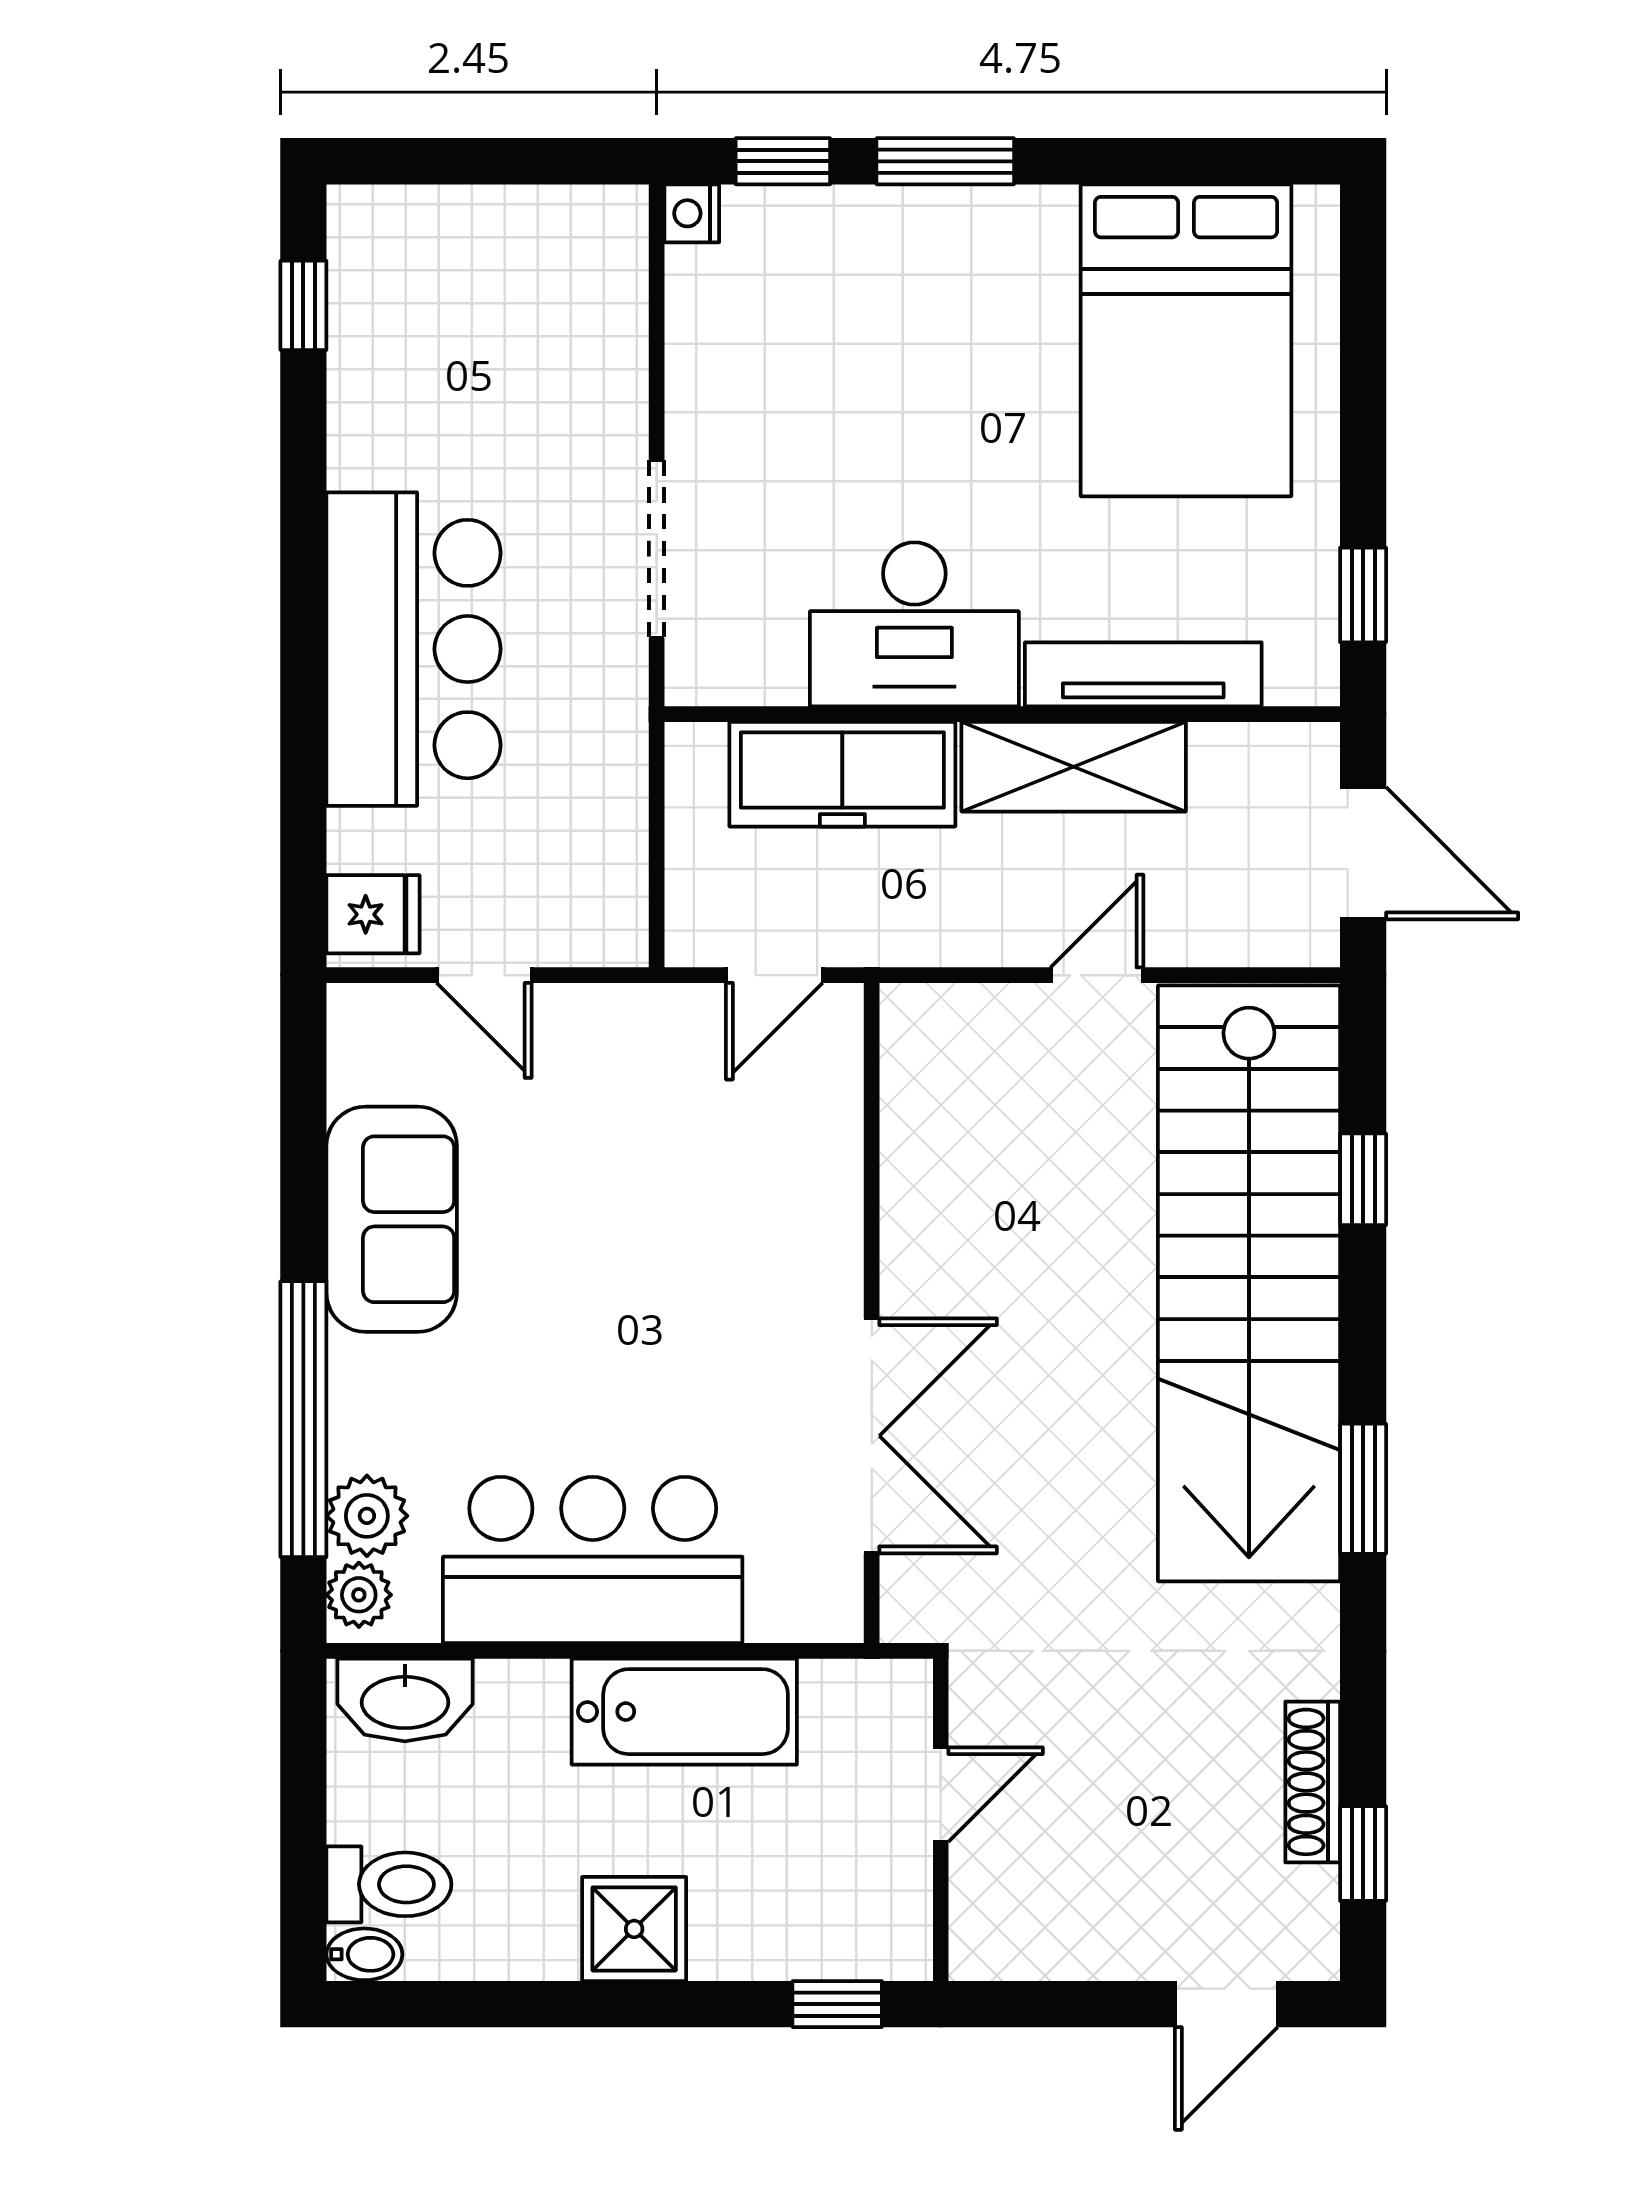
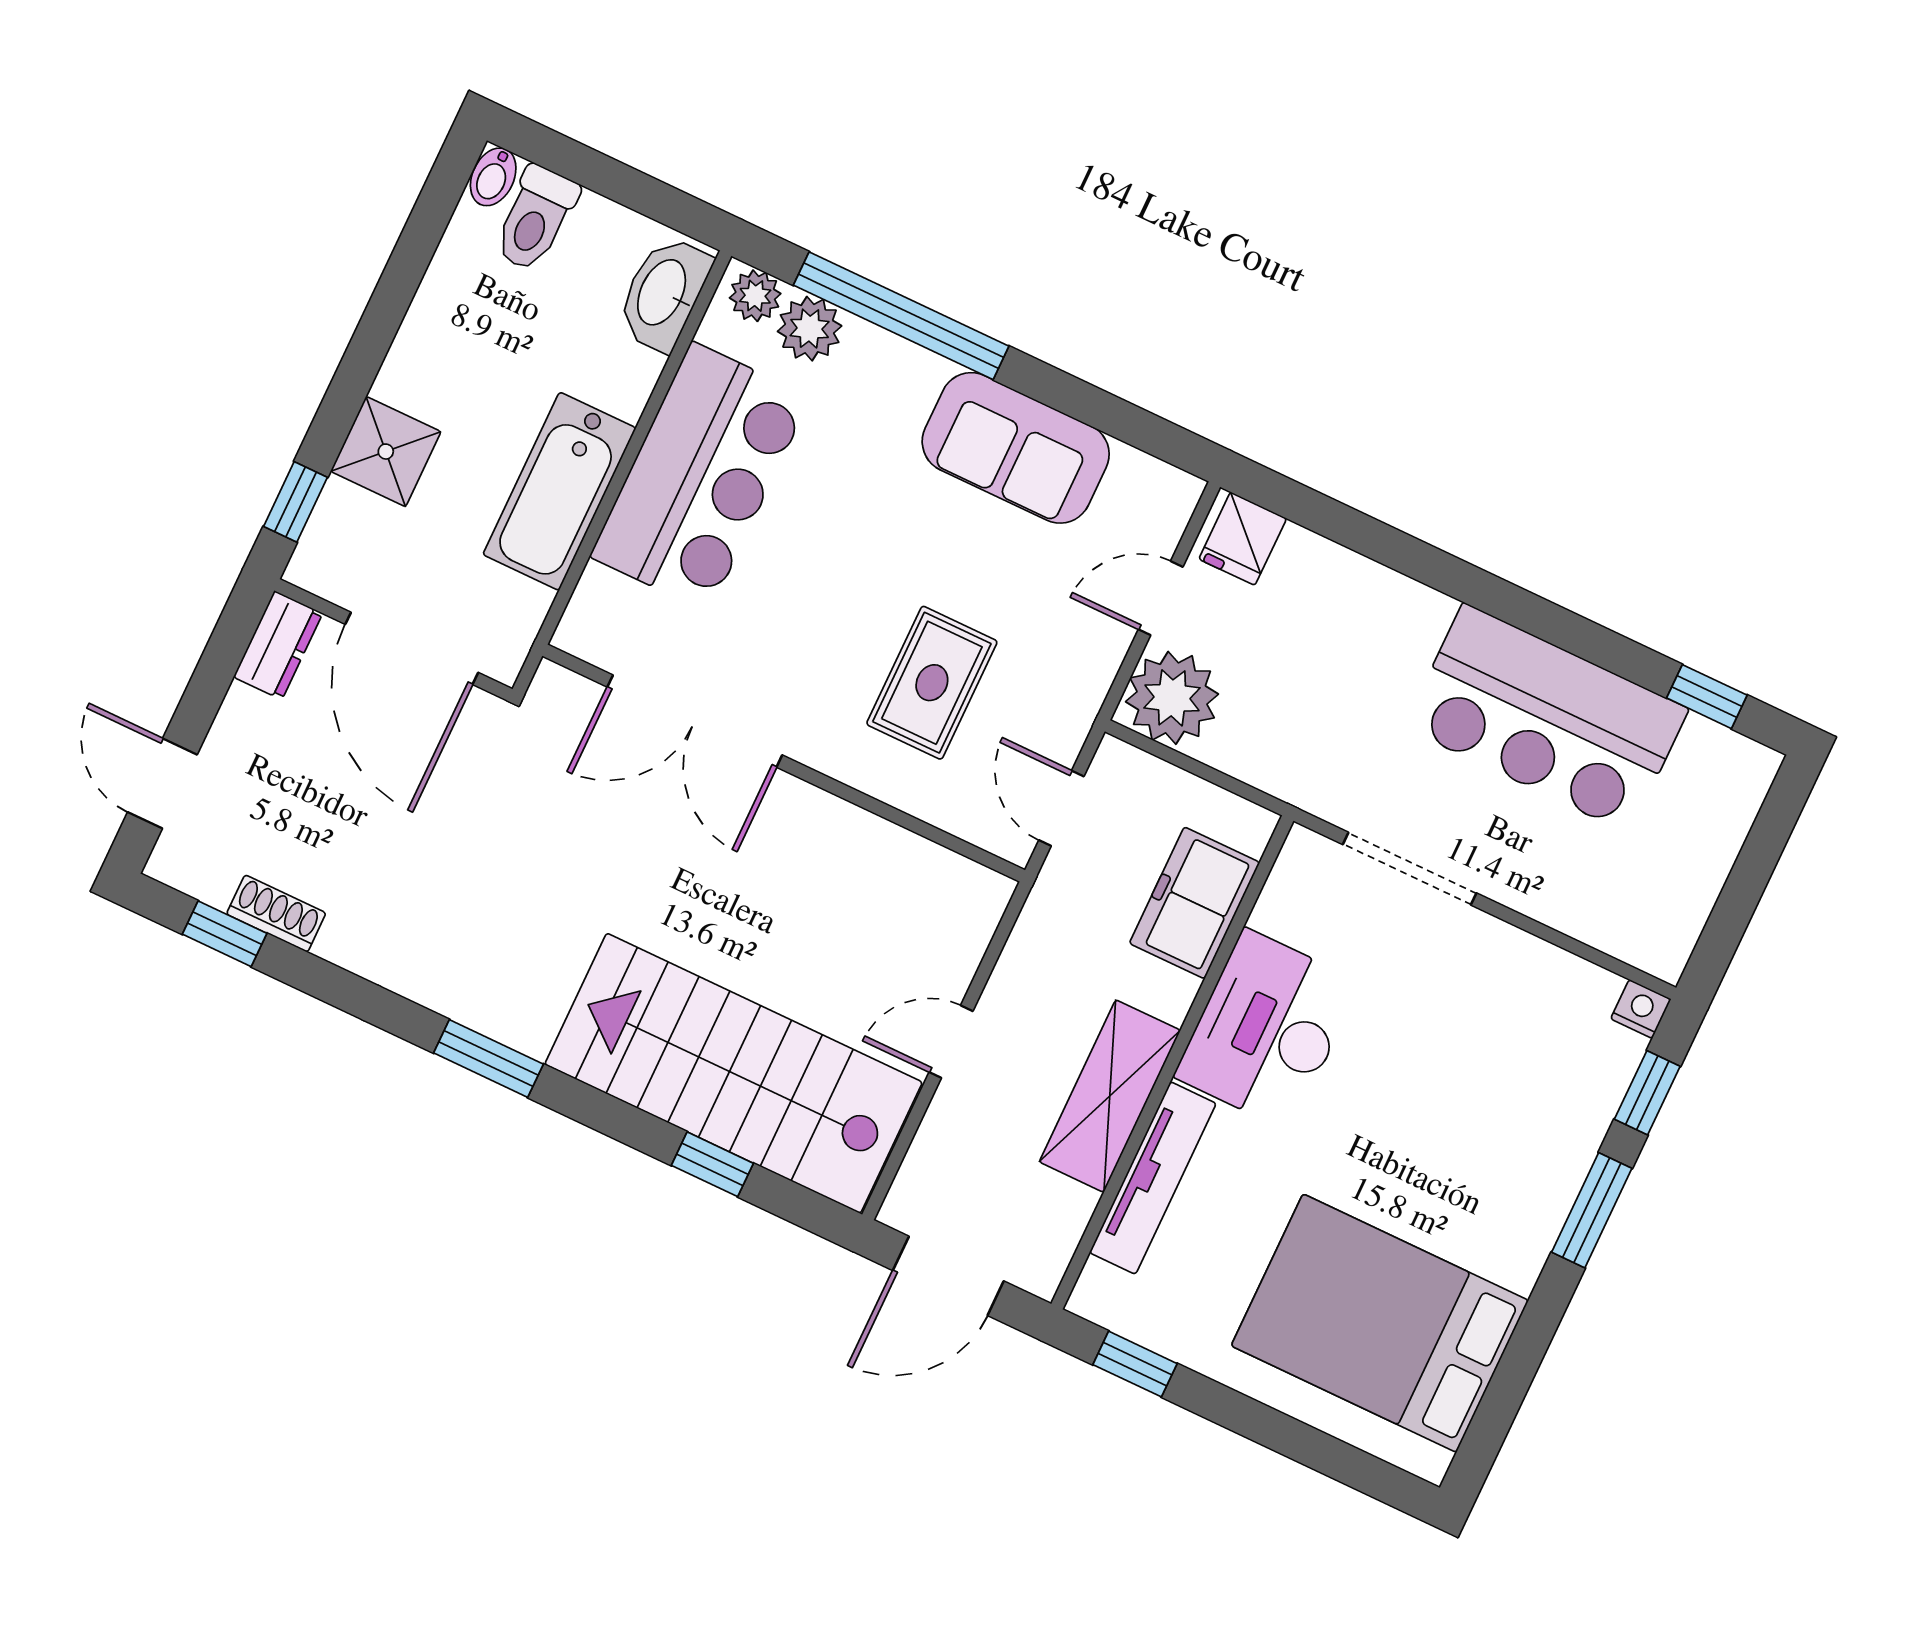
bar counter: (414, 649) -> (1546, 718), moved
freezer: (842, 774) -> (1195, 903), width x0.71
plant: (591, 909) -> (1172, 698), added
door: (1097, 975) -> (951, 1042), swing flipped
rug: (702, 1188) -> (932, 683), added
stairs: (1249, 1283) -> (734, 1073), width x0.73
shoe rack: (1313, 1782) -> (276, 914), width x0.70
door: (941, 1795) -> (412, 648), width x1.88
shower: (634, 1929) -> (386, 452), moved
dresser: (1008, 1947) -> (278, 645), added

